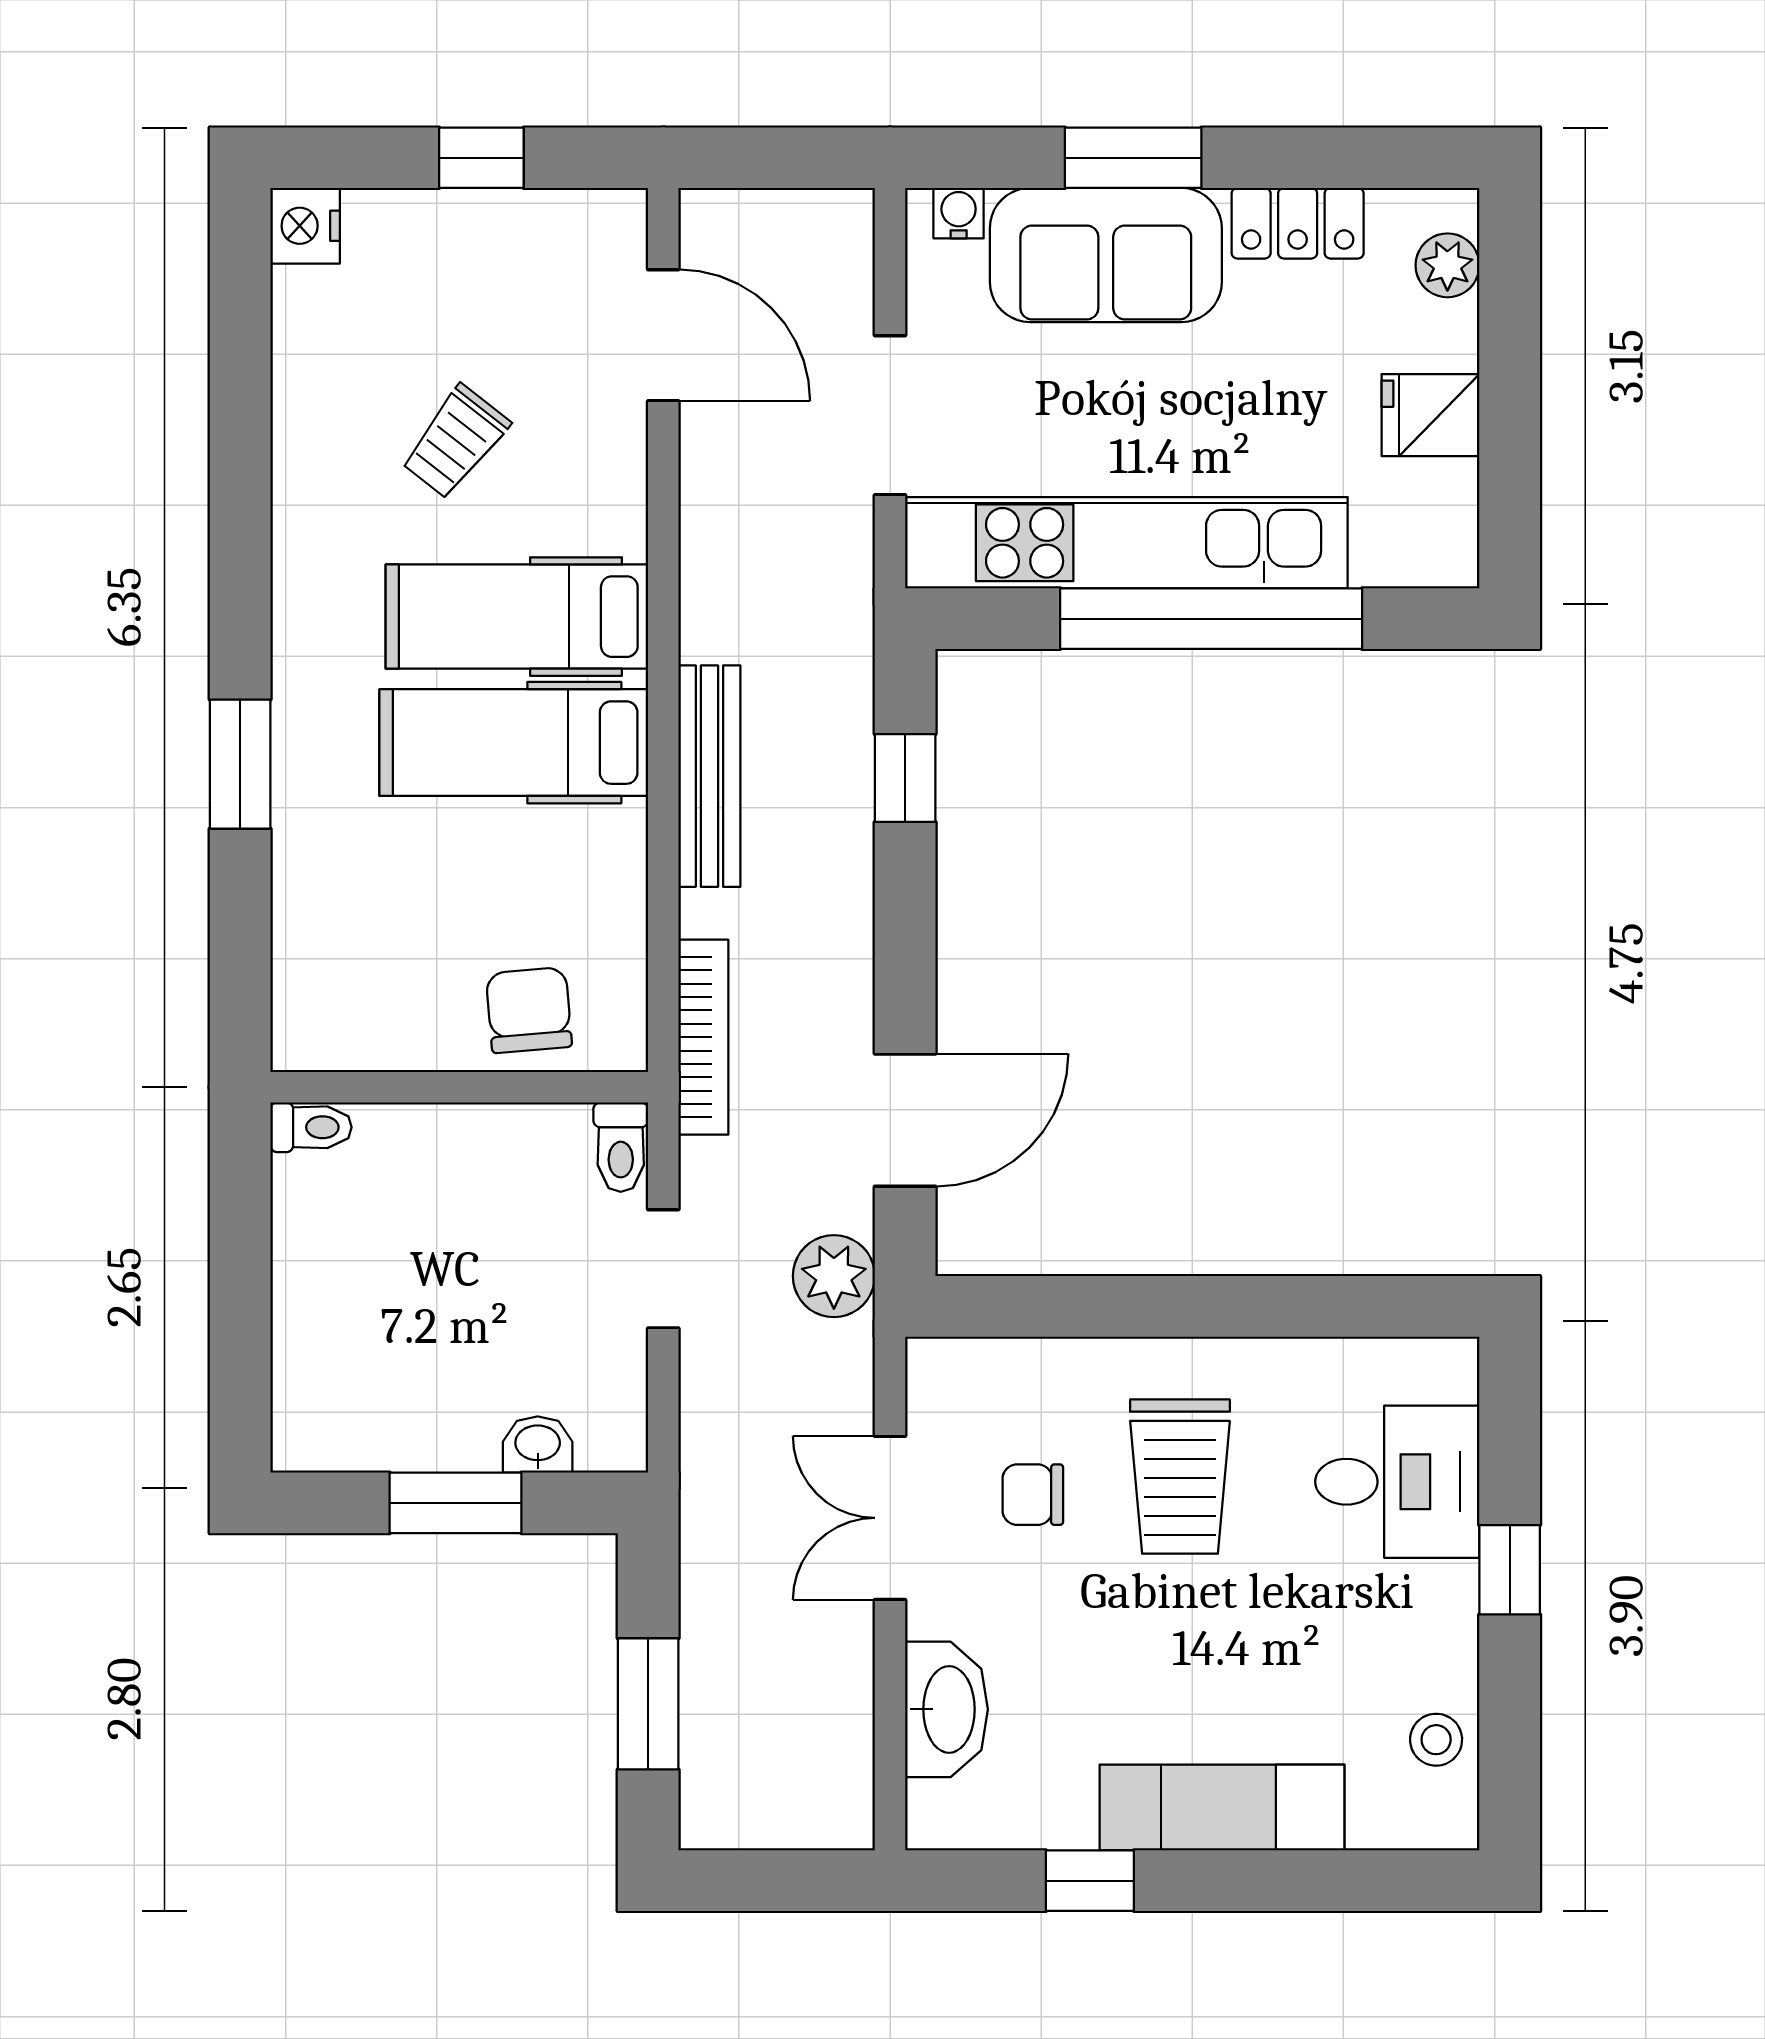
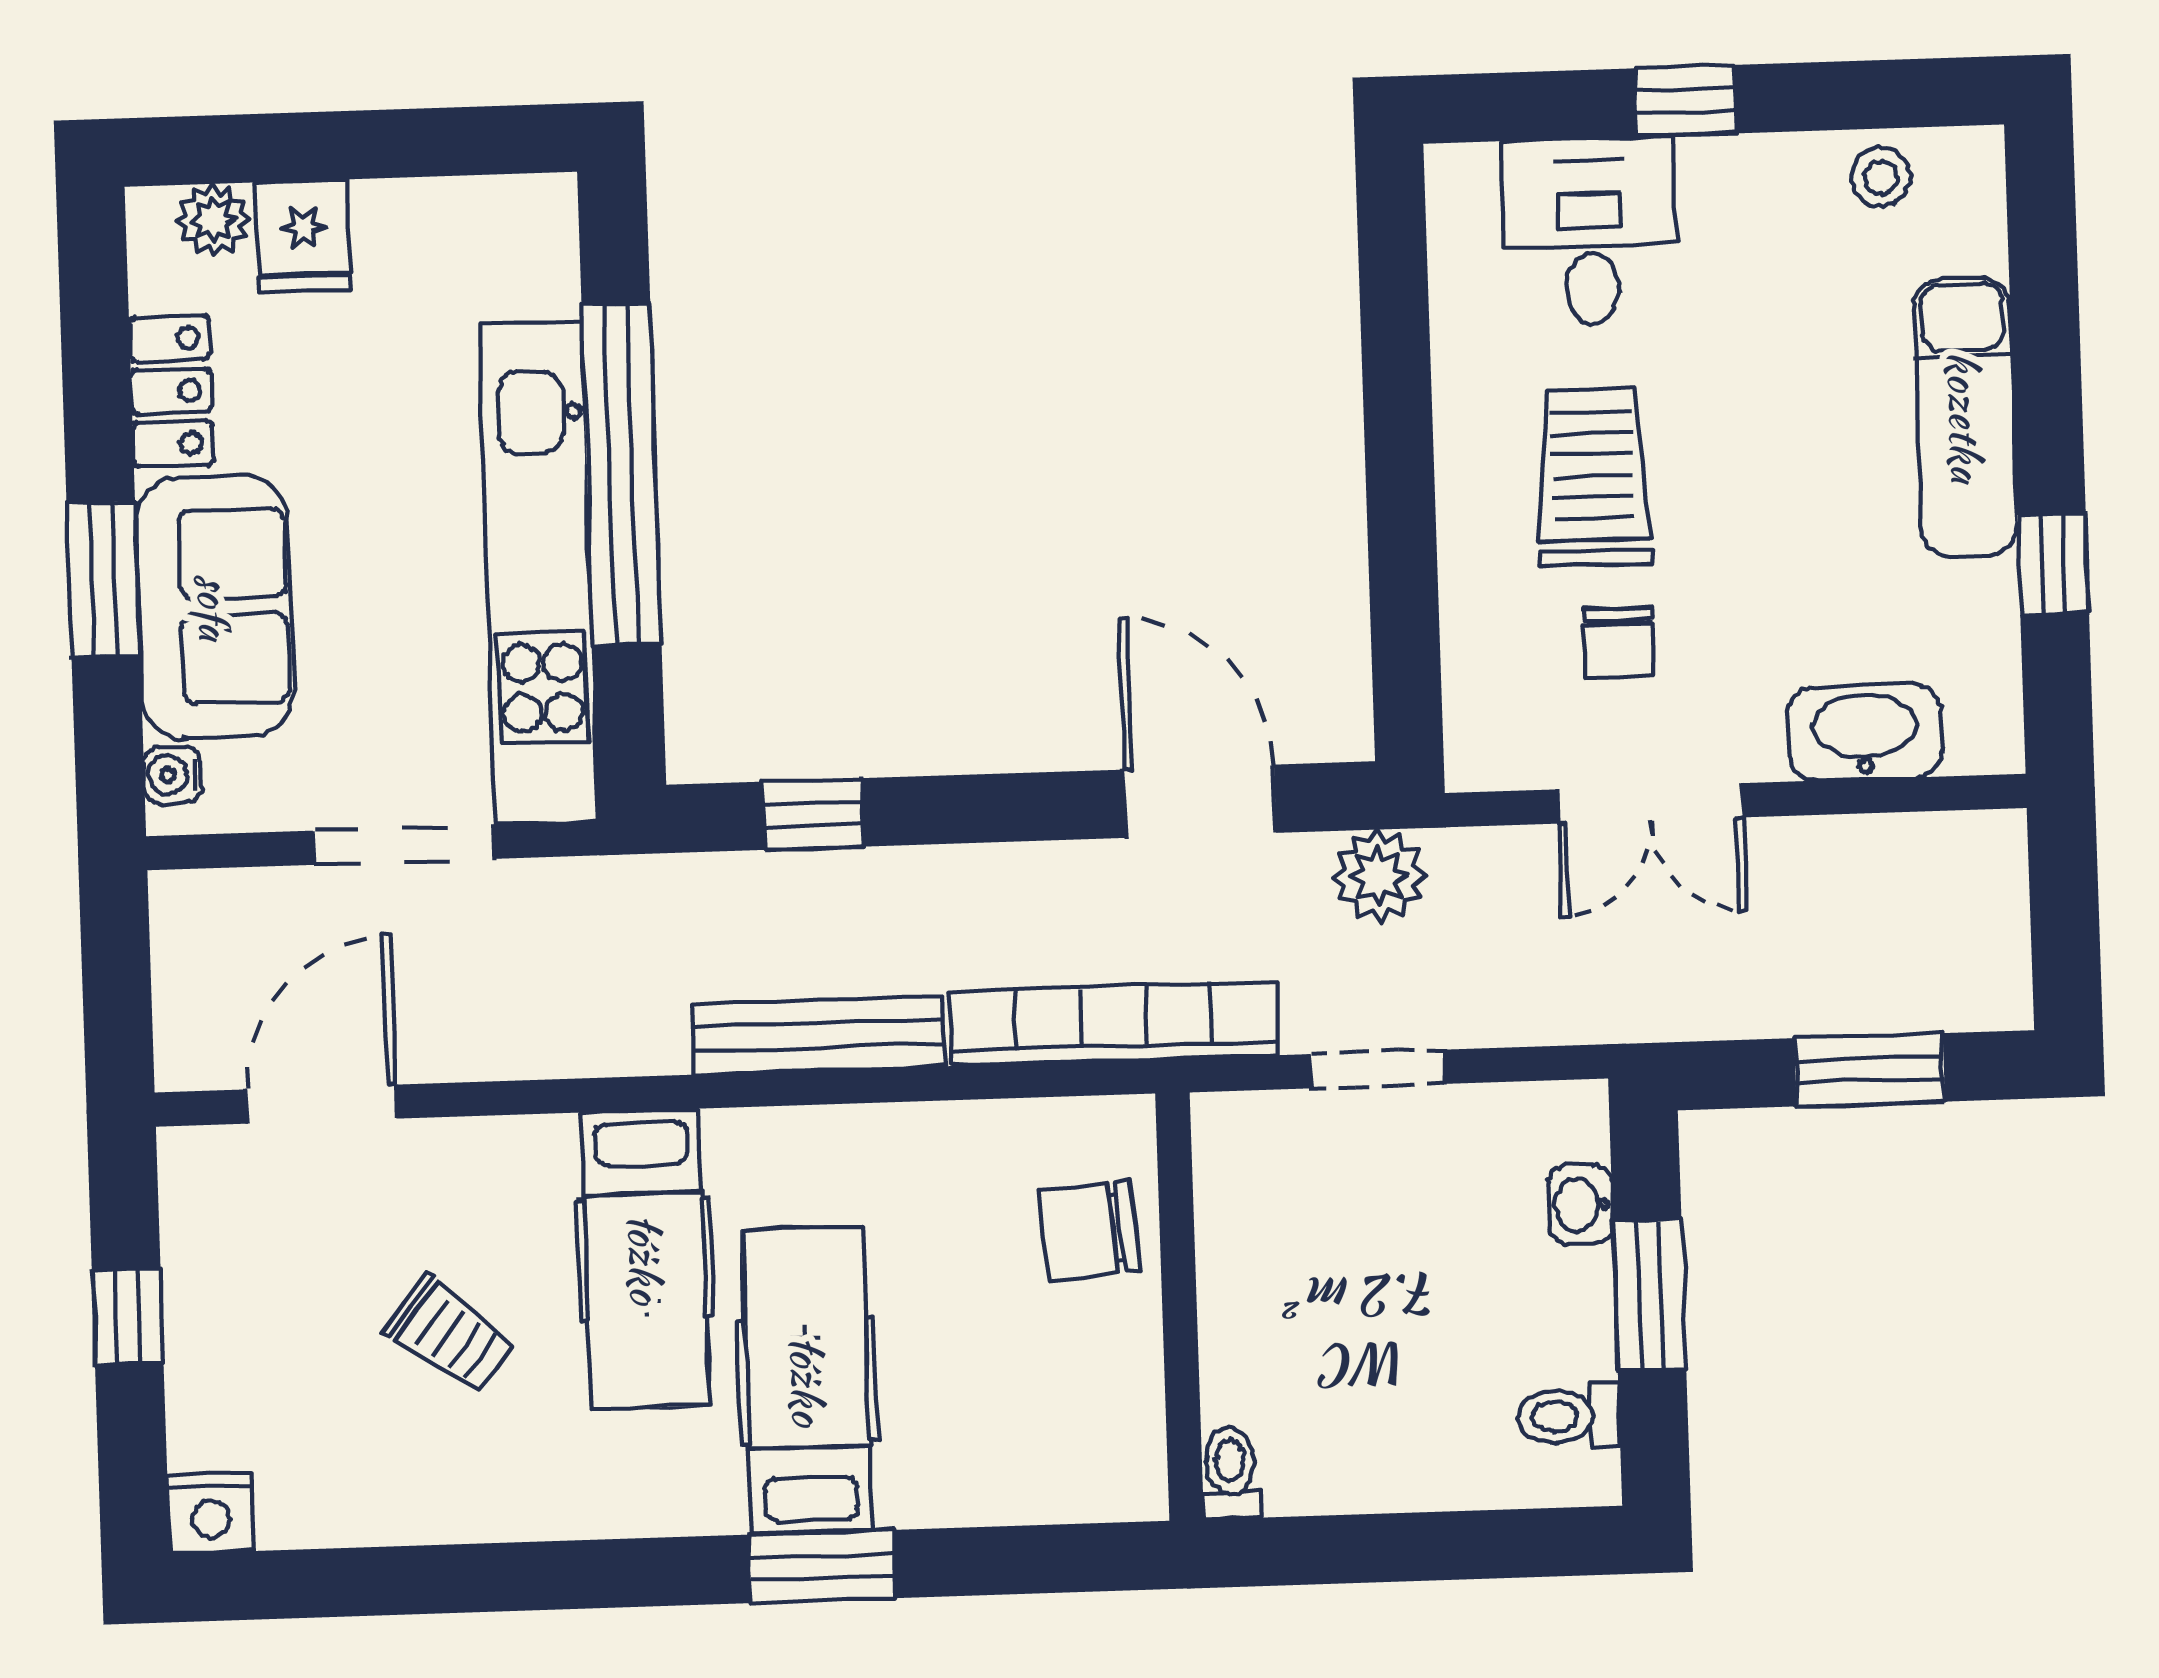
fridge: (1430, 415) -> (303, 236), moved
hospital bed: (514, 743) -> (807, 1381), moved, turned 180
bookcase: (703, 1037) -> (1113, 1024), width x1.48, depth x1.31
toilet: (621, 1147) -> (1569, 1416), moved, turned 180
trolley: (1180, 1477) -> (1593, 477), turned -90

